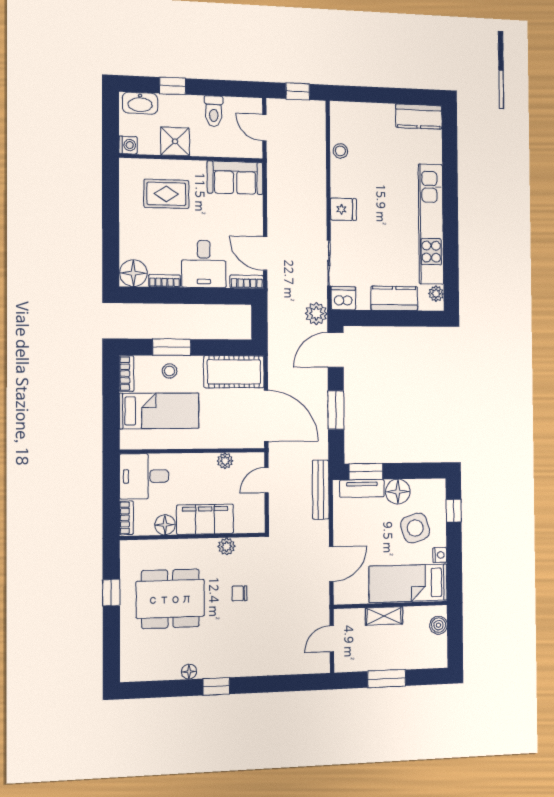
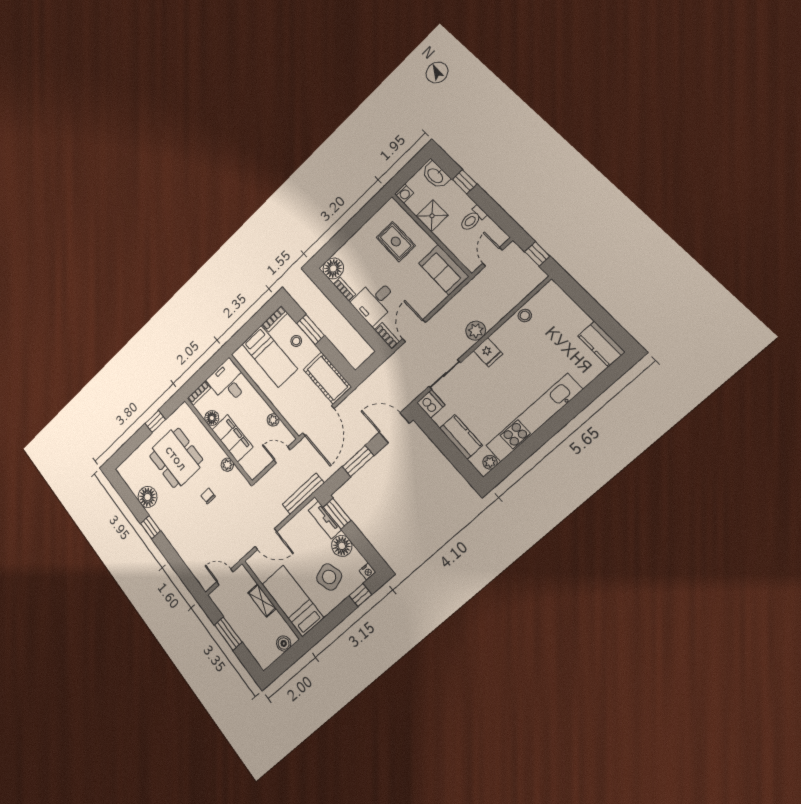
plant: (316, 314) -> (476, 331), moved
nightstand: (440, 555) -> (368, 571), moved
floor lamp: (189, 672) -> (148, 497), width x1.89, depth x1.89

